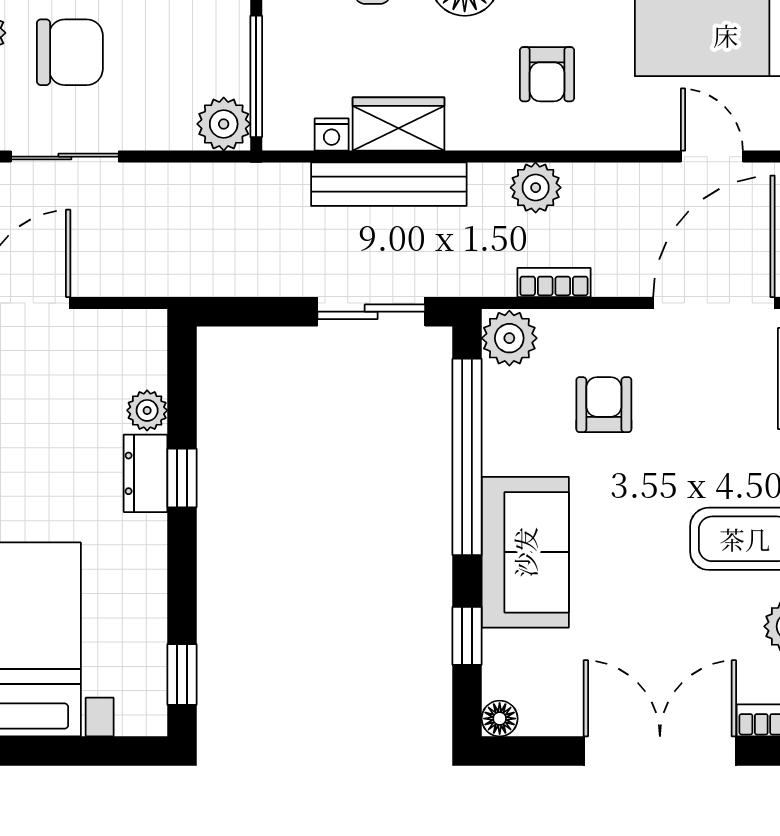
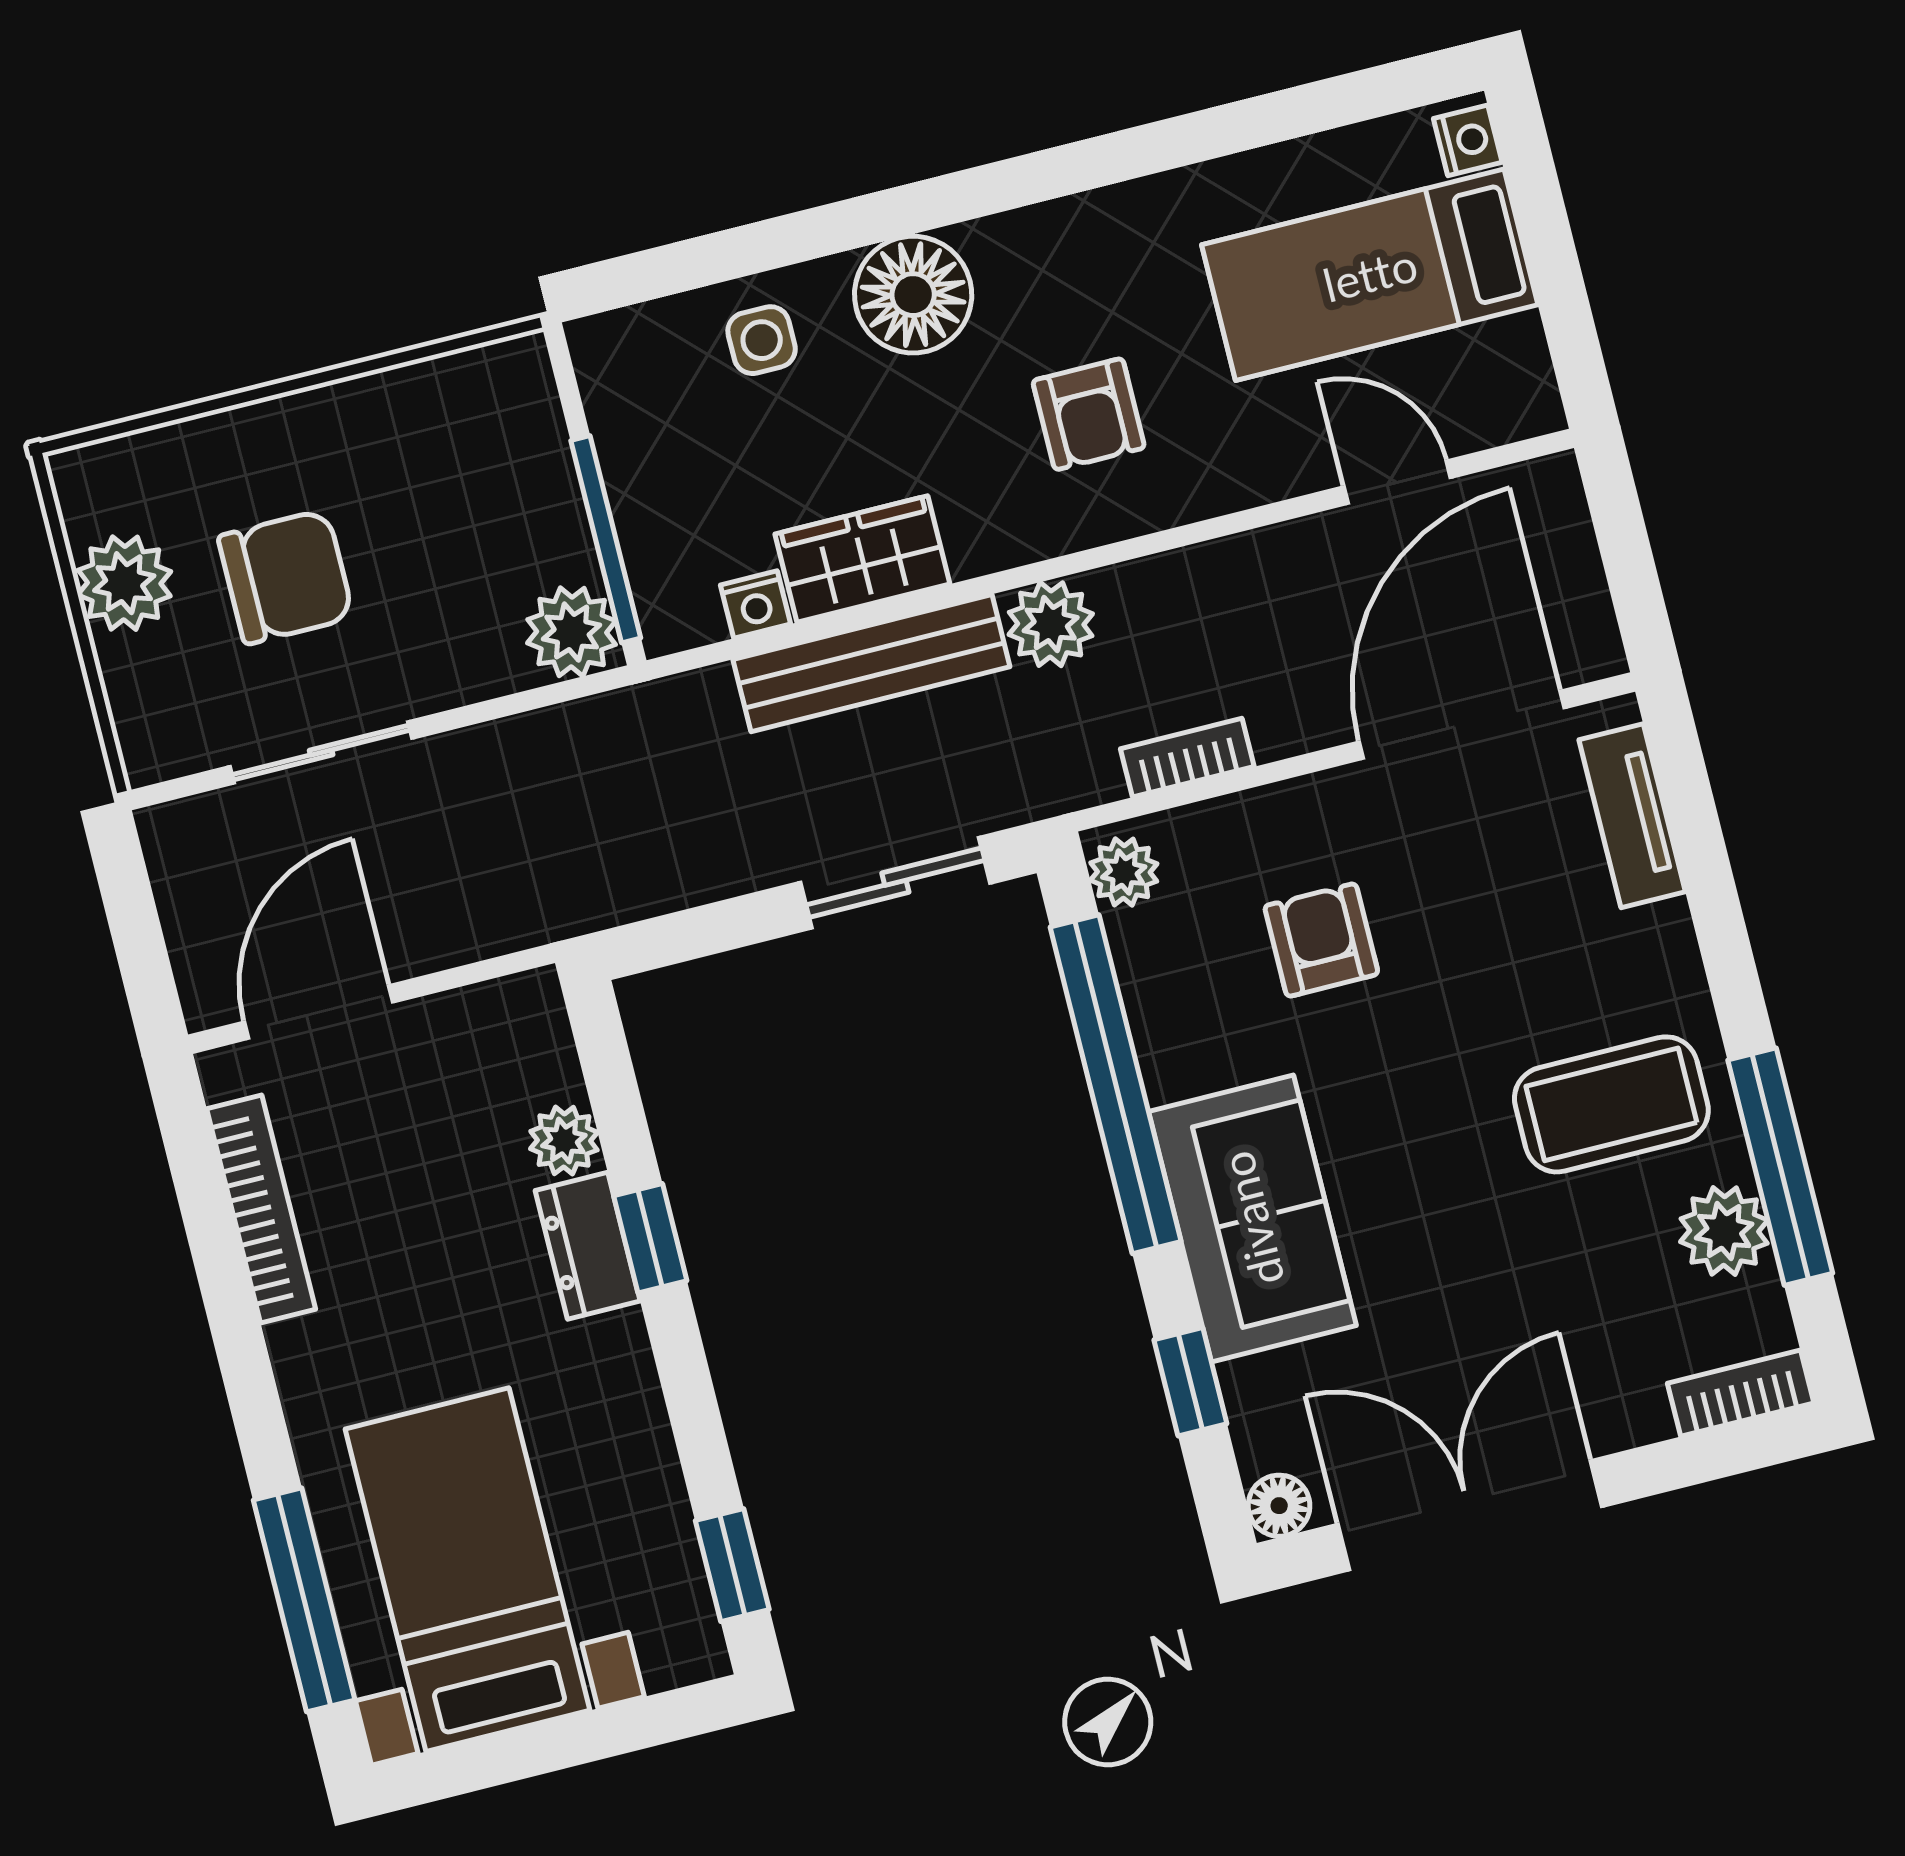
plant: (536, 188) -> (1051, 624), moved
plant: (509, 338) -> (1124, 872), width x0.73, depth x0.73
double door: (660, 751) -> (1470, 1515), moved

